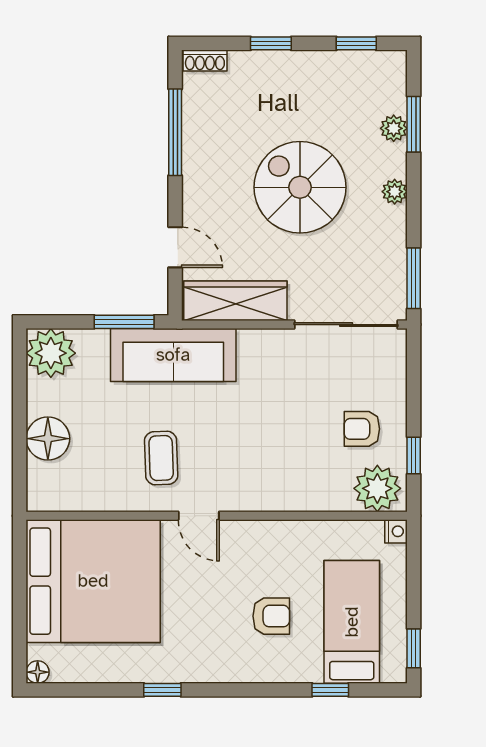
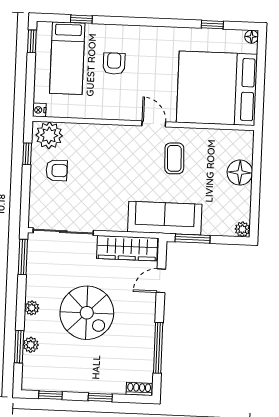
door: (175, 247) -> (161, 281), hinge flipped
plant: (51, 353) -> (242, 229), width x0.53, depth x0.53
armchair: (271, 616) -> (114, 64), turned 90
window: (162, 690) -> (212, 25), moved

